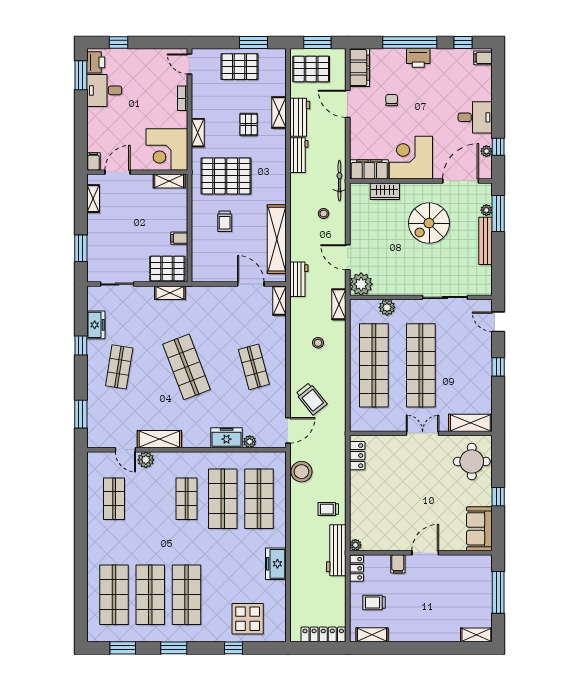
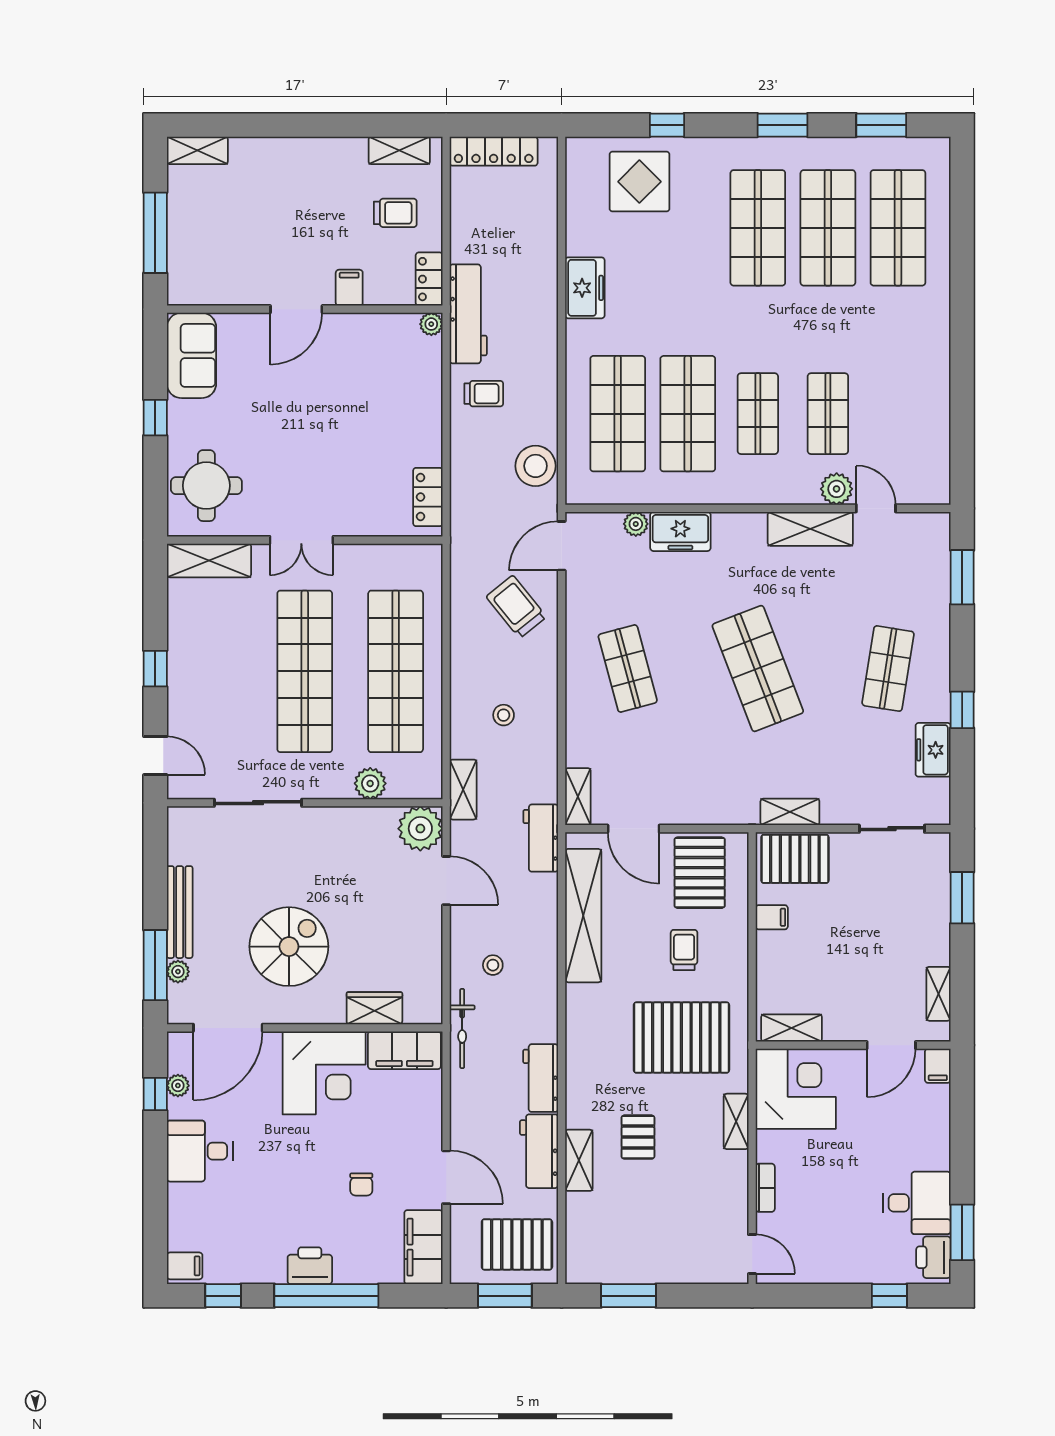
pallet: (239, 67) -> (700, 873), moved, turned 90
shop shelf: (114, 499) -> (828, 414), moved

